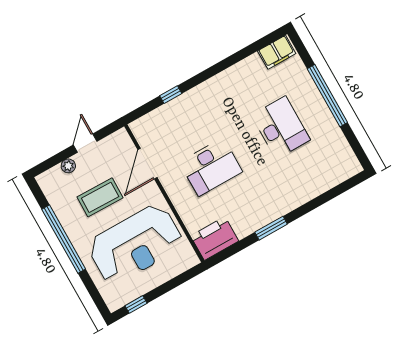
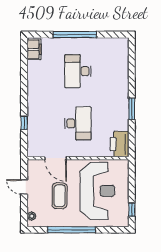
desk: (281, 128) -> (78, 71), turned -90
plant: (68, 166) -> (32, 216), moved

